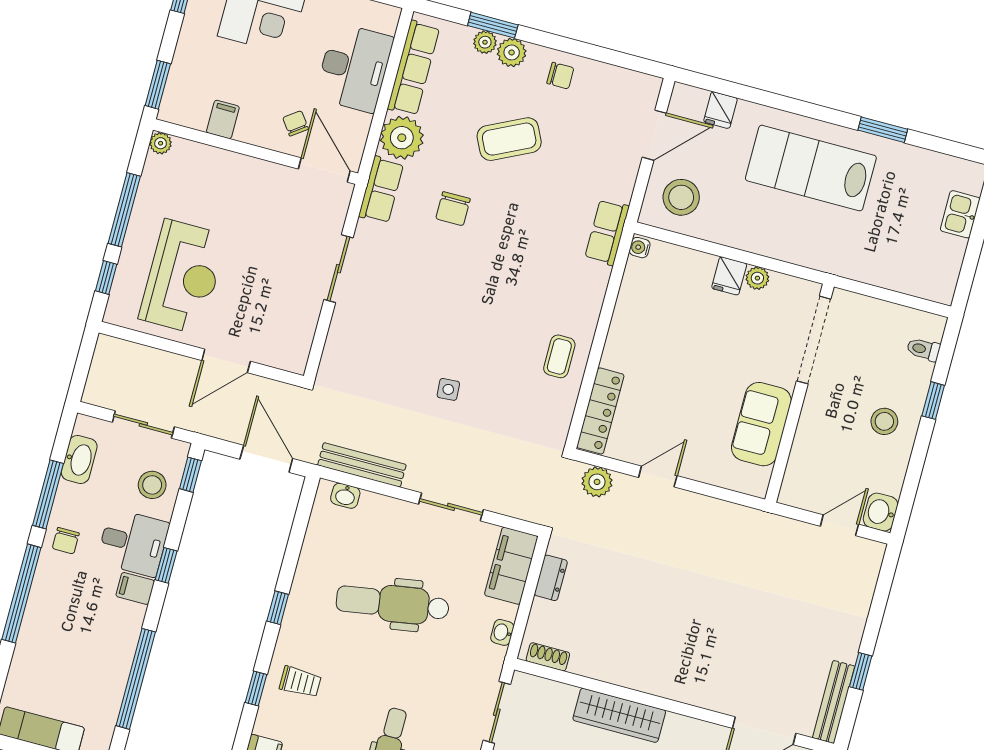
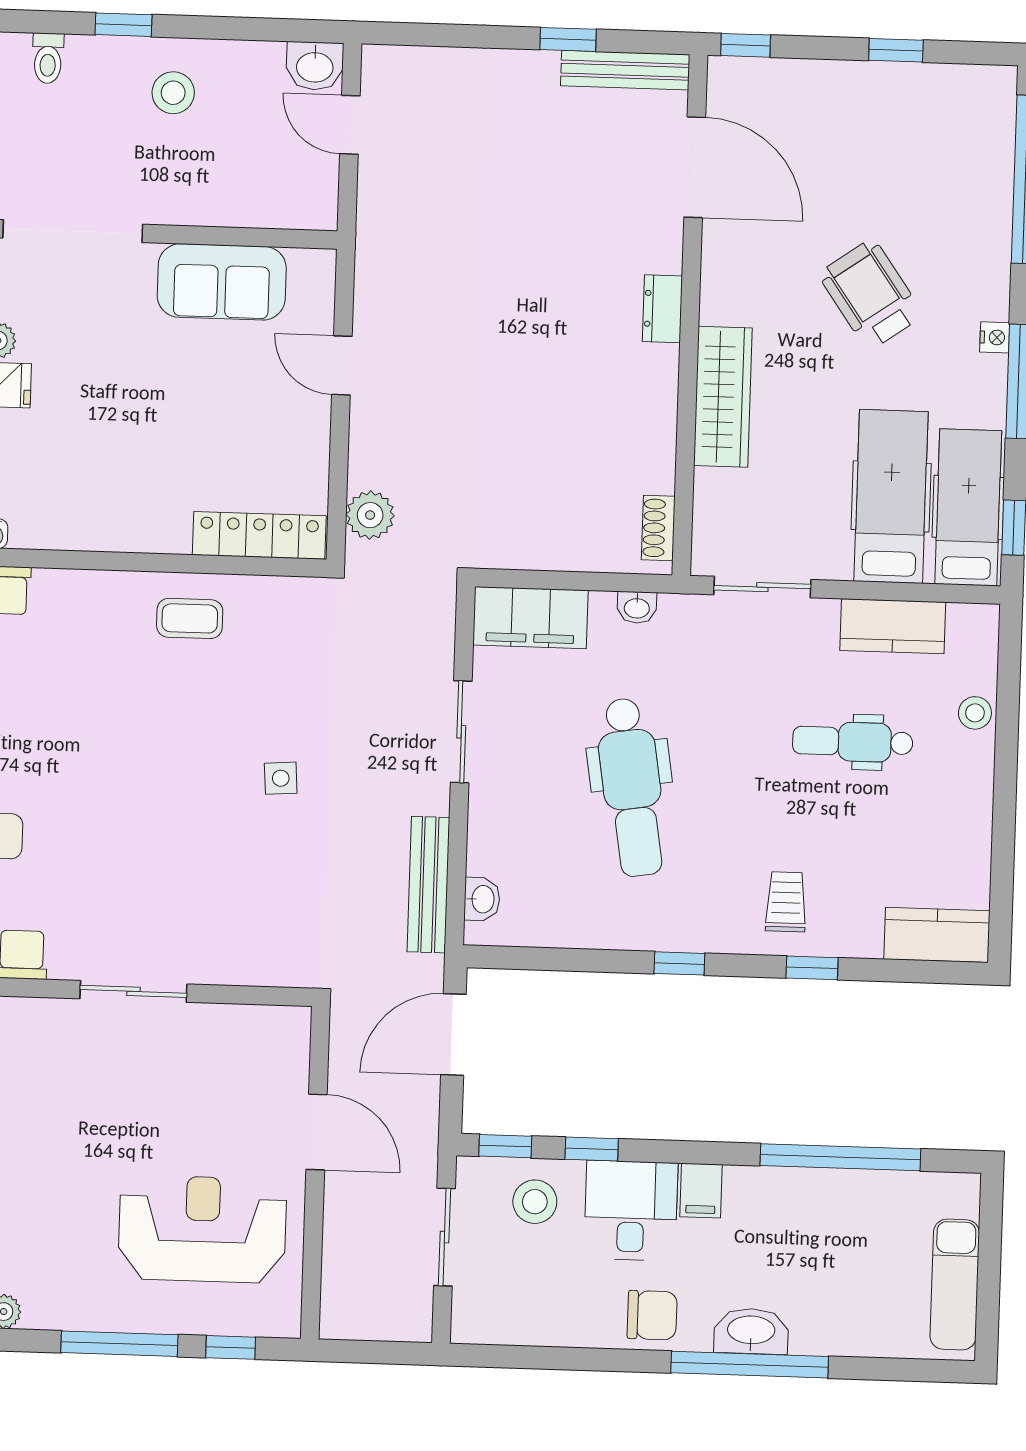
washbasin: (79, 459) -> (751, 1331), moved
door: (658, 477) -> (342, 365), moved
window: (48, 494) -> (587, 1359), removed
chair: (66, 541) -> (652, 1315), width x1.37, depth x1.37
window: (166, 565) -> (592, 1149), moved
dresser: (551, 578) -> (662, 309), moved, turned -90

